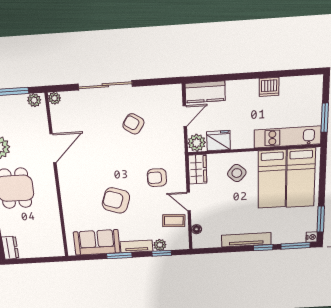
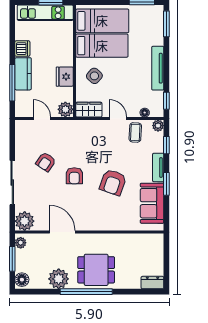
window: (227, 77) -> (12, 83), added
kitchen counter: (205, 92) -> (23, 74), moved
plant: (54, 98) -> (25, 221), width x1.87, depth x1.87
kitchen unit: (288, 137) -> (45, 13), moved, turned -90
fridge: (219, 141) -> (65, 77), moved
armchair: (157, 178) -> (74, 176), moved
door: (189, 202) -> (118, 118), swing flipped
nightstand: (312, 237) -> (159, 10), removed
plant: (160, 245) -> (158, 126), moved
window: (263, 248) -> (166, 101), moved

